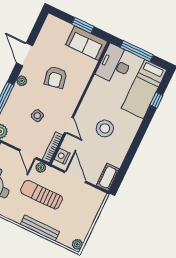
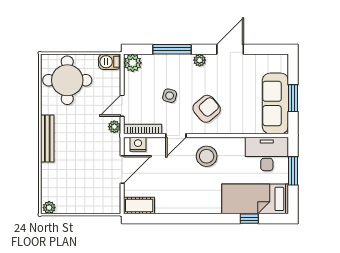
sofa: (87, 43) -> (275, 103), width x1.36
window: (137, 51) -> (293, 171), width x0.69
armchair: (56, 77) -> (207, 109), moved, turned 151
stool: (105, 128) -> (207, 156), moved
sun lounger: (42, 195) -> (85, 142), removed
bench: (40, 228) -> (47, 139), moved

